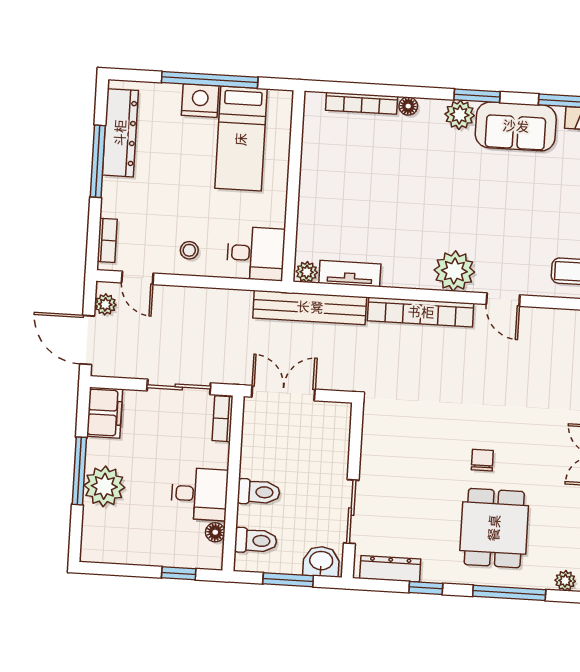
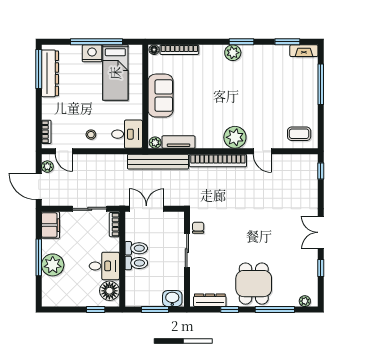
floor lamp: (408, 106) -> (154, 50), moved
sofa: (516, 126) -> (161, 96), moved, turned -90
window: (98, 161) -> (39, 69), moved
chair: (482, 460) -> (198, 228), moved
sliding door: (351, 512) -> (187, 251), moved
dining table: (494, 528) -> (254, 284), moved
floor lamp: (215, 532) -> (109, 291), width x1.89, depth x1.89
toilet: (256, 541) -> (136, 248), moved

